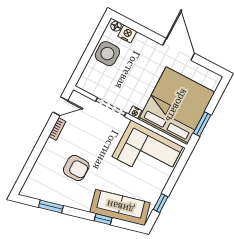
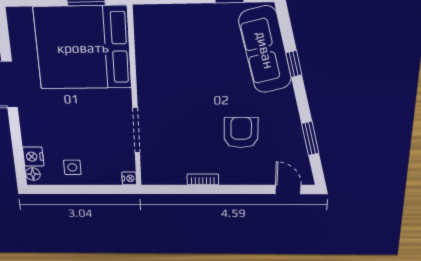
side table: (107, 54) -> (72, 167), width x0.54, depth x0.54
door: (60, 106) -> (288, 189), moved
nightstand: (135, 112) -> (129, 178), moved
corner sofa: (147, 152) -> (167, 54), removed

